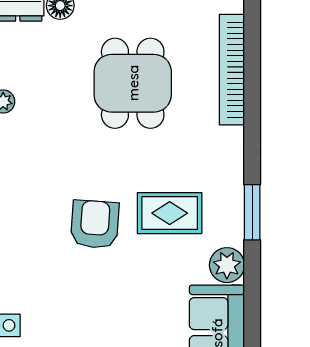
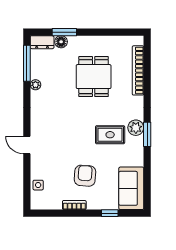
armchair: (95, 224) -> (85, 176), moved
plant: (227, 265) -> (136, 128), moved

